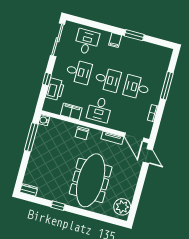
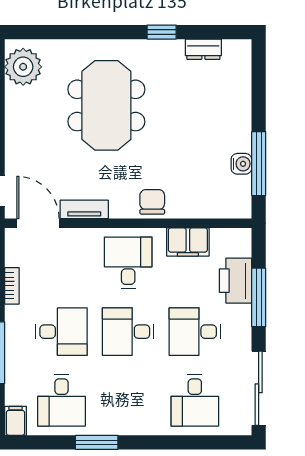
filing cabinet: (115, 40) -> (15, 421), moved
desk: (145, 58) -> (61, 400), added
window: (47, 79) -> (259, 297), width x2.17
water cooler: (44, 120) -> (241, 164), moved
meeting table: (91, 180) -> (106, 105), width x0.73
dresser: (29, 190) -> (203, 49), moved

